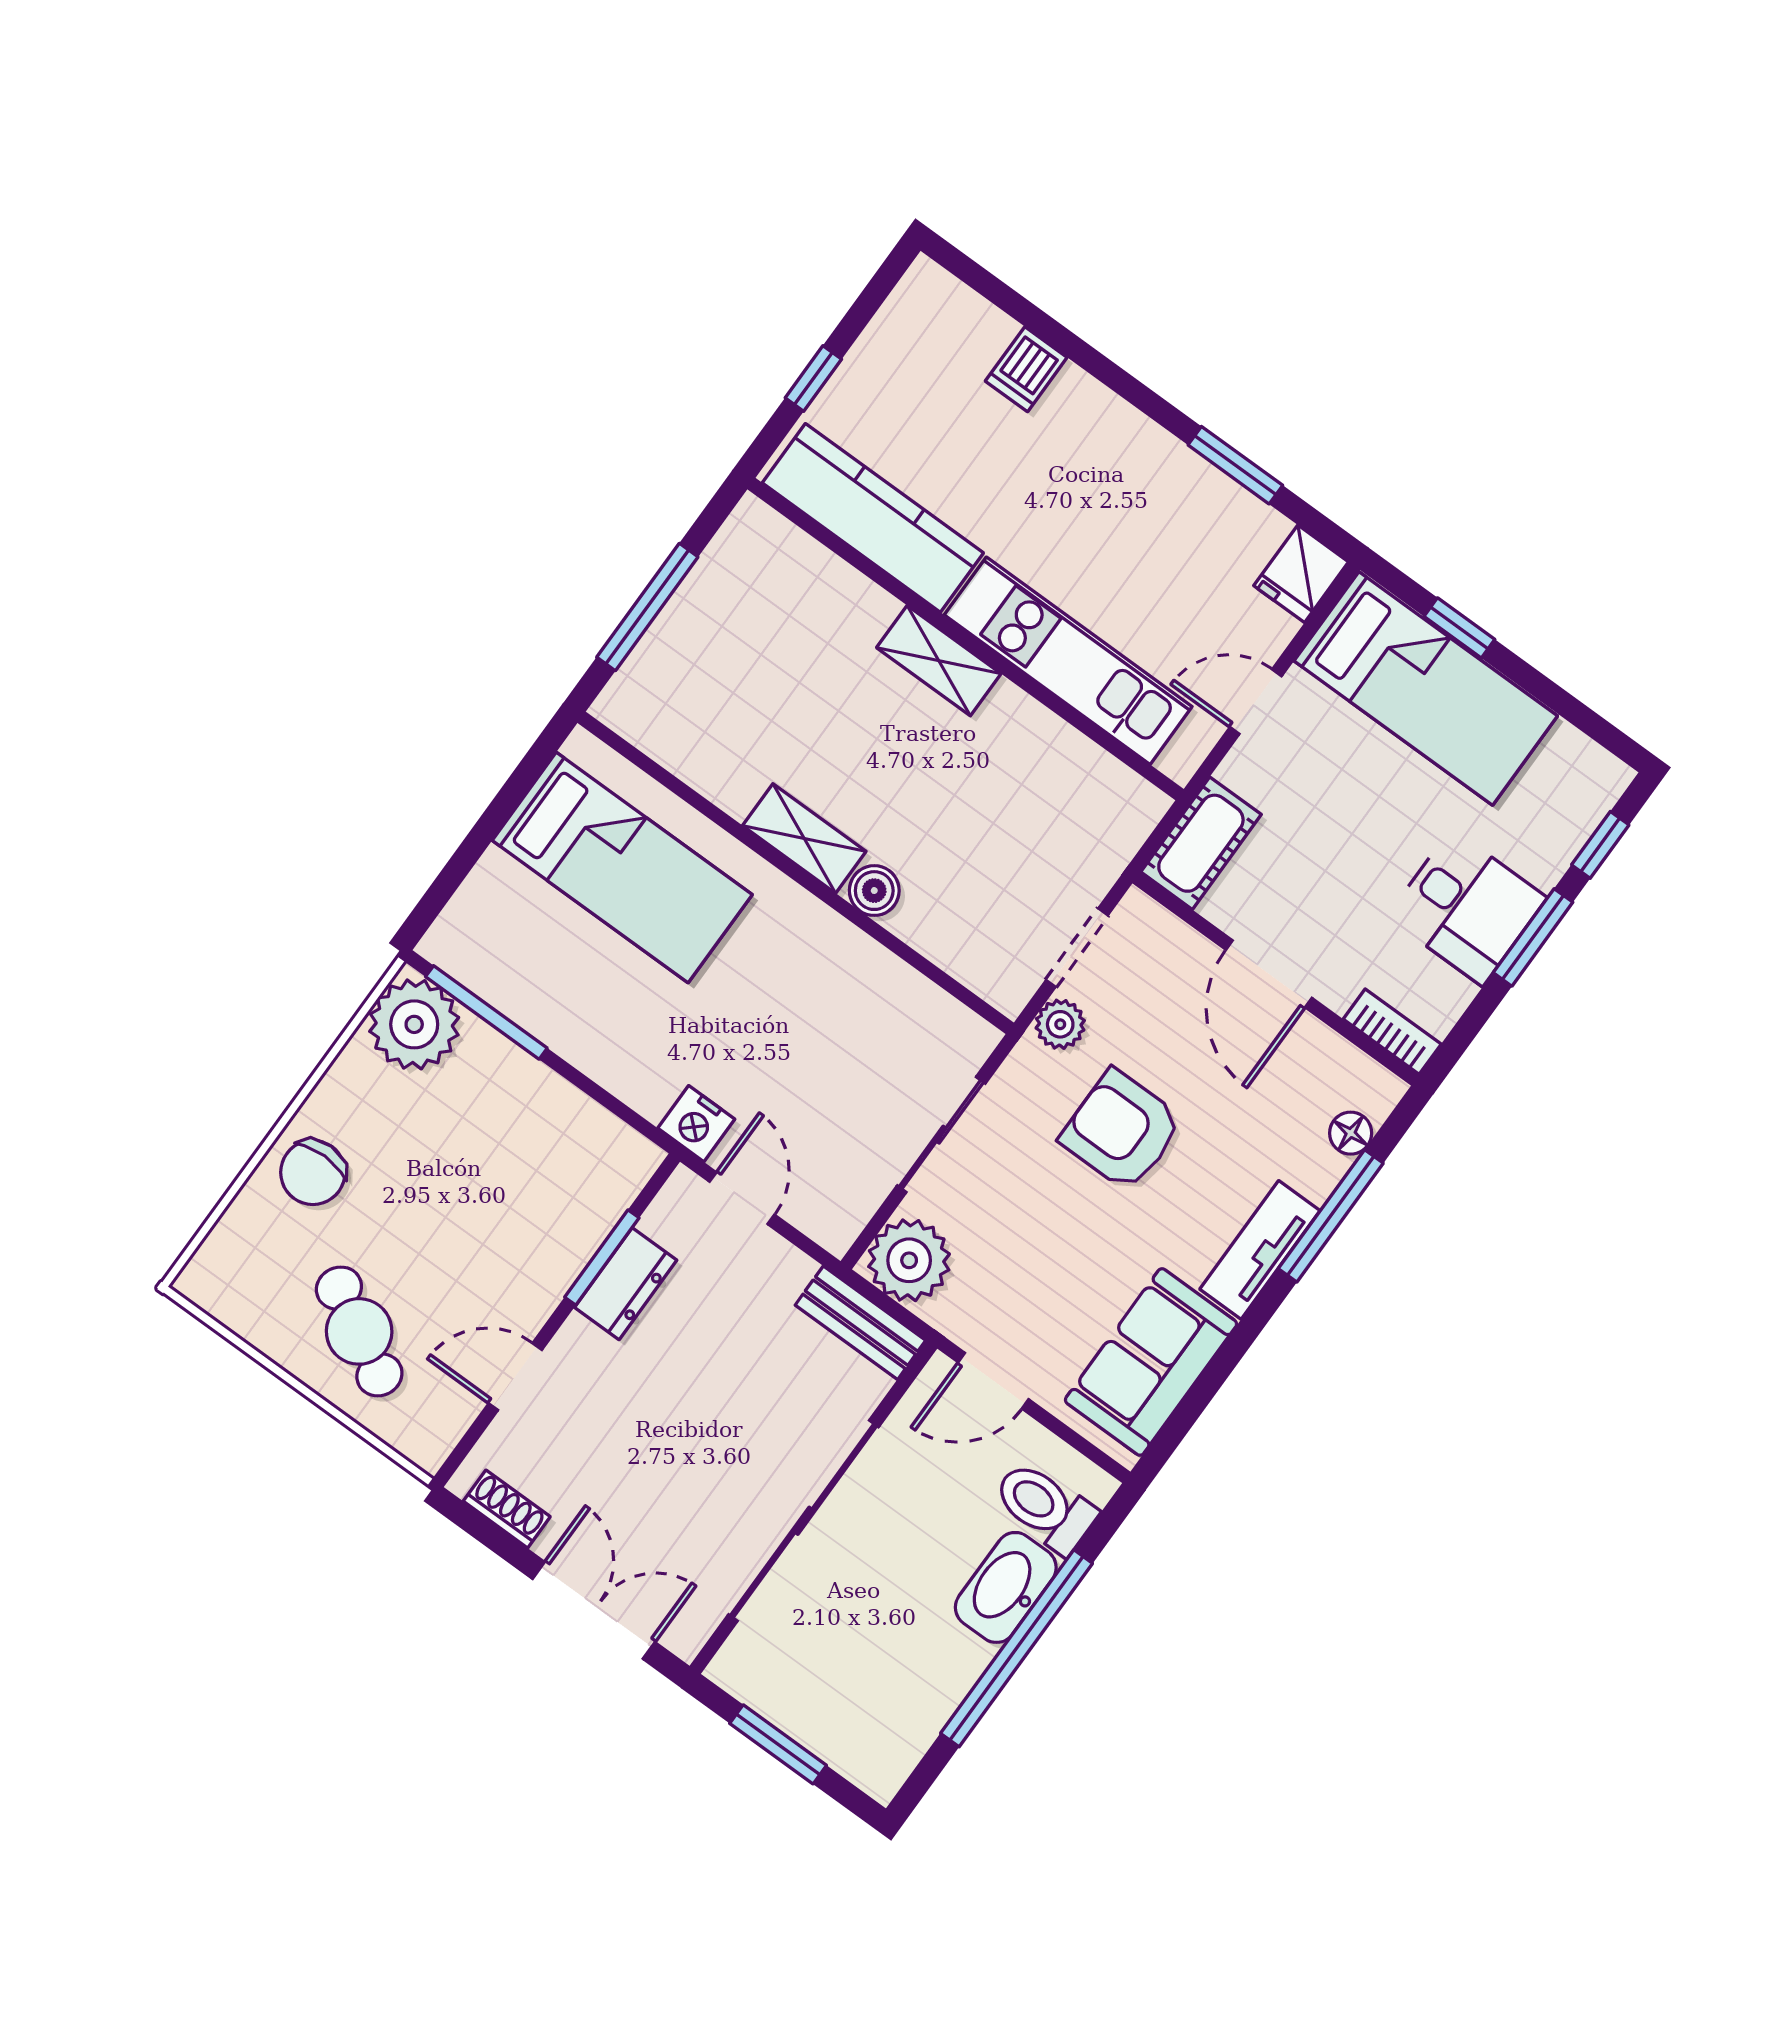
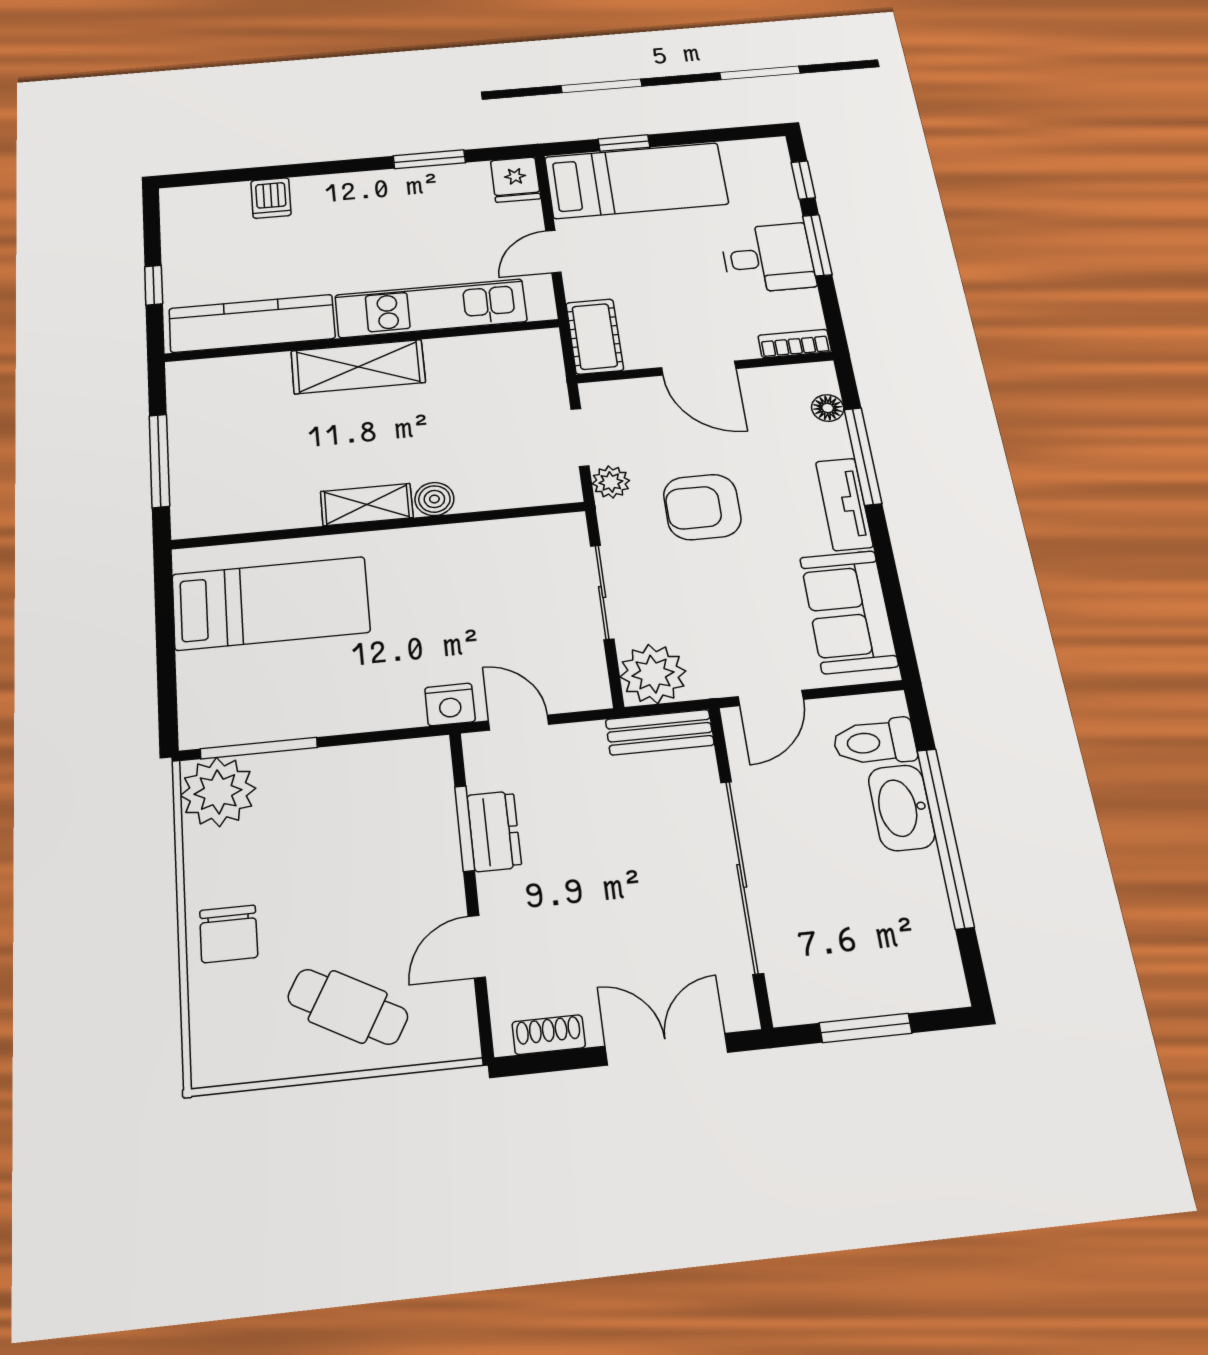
shelving: (939, 661) -> (358, 367), width x1.50, depth x1.33

